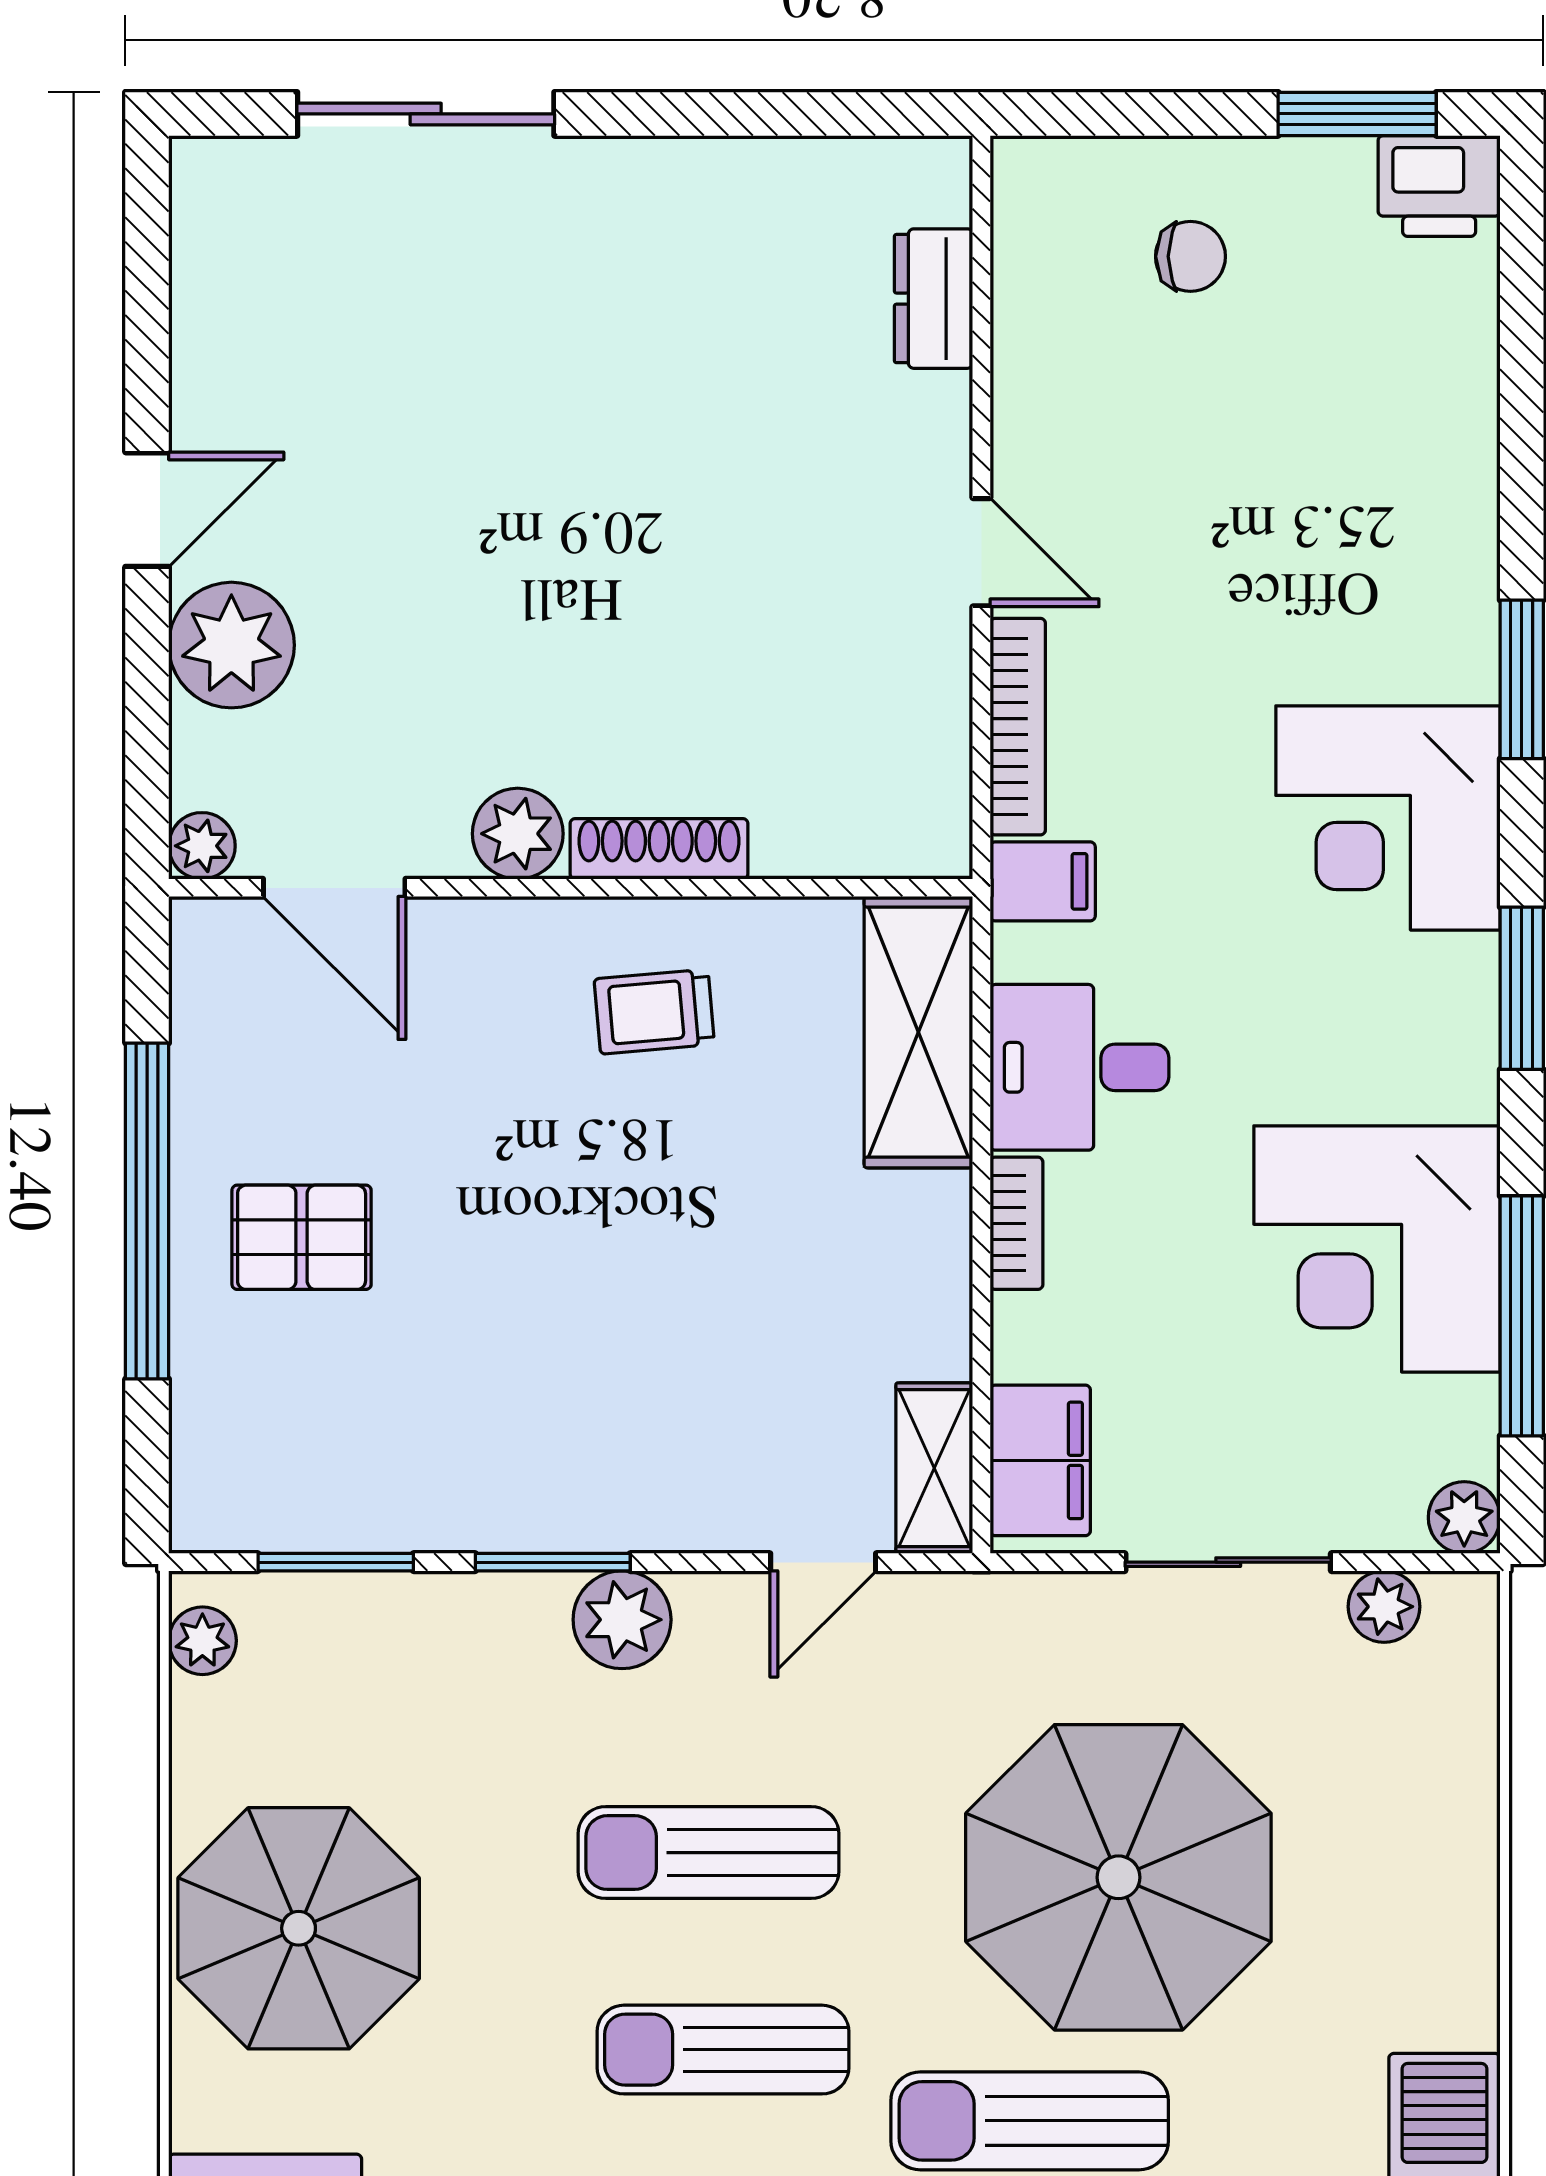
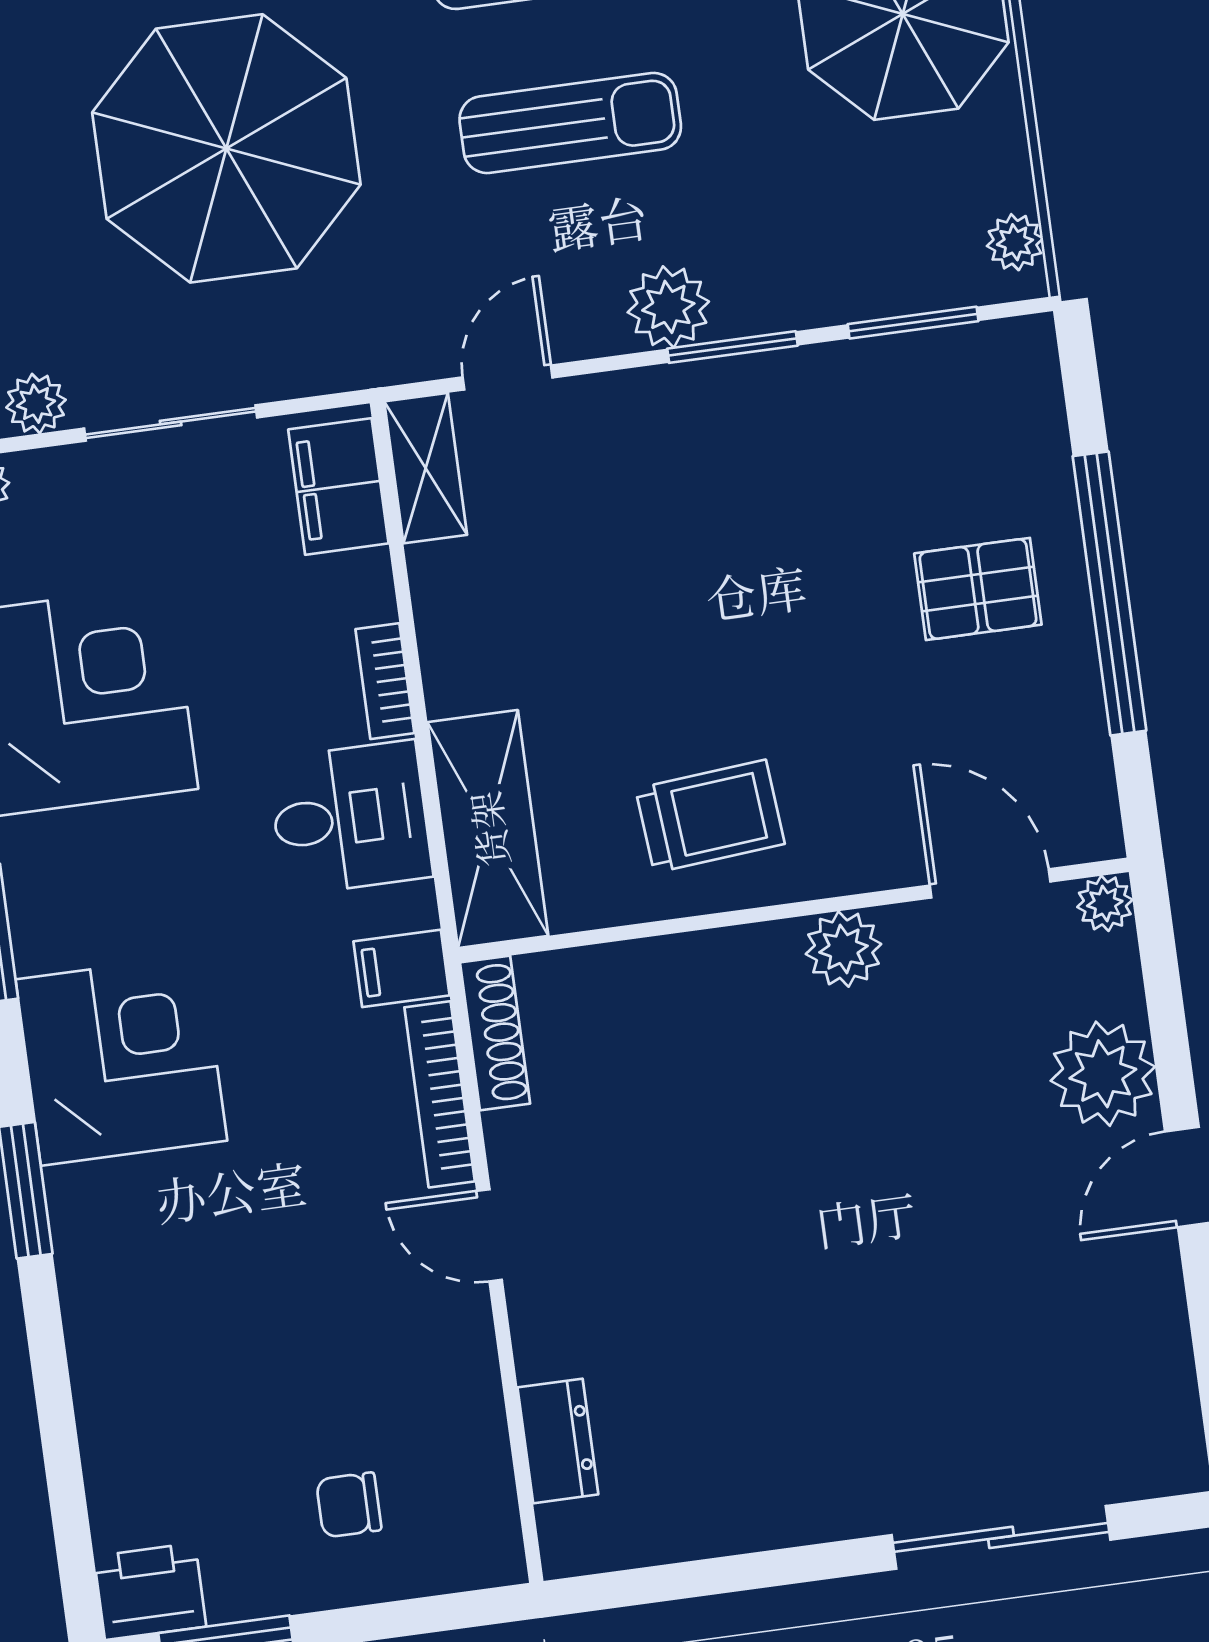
shoe rack: (659, 849) -> (495, 1033), moved, turned -90
trolley: (654, 1012) -> (710, 816), width x1.36, depth x1.39

